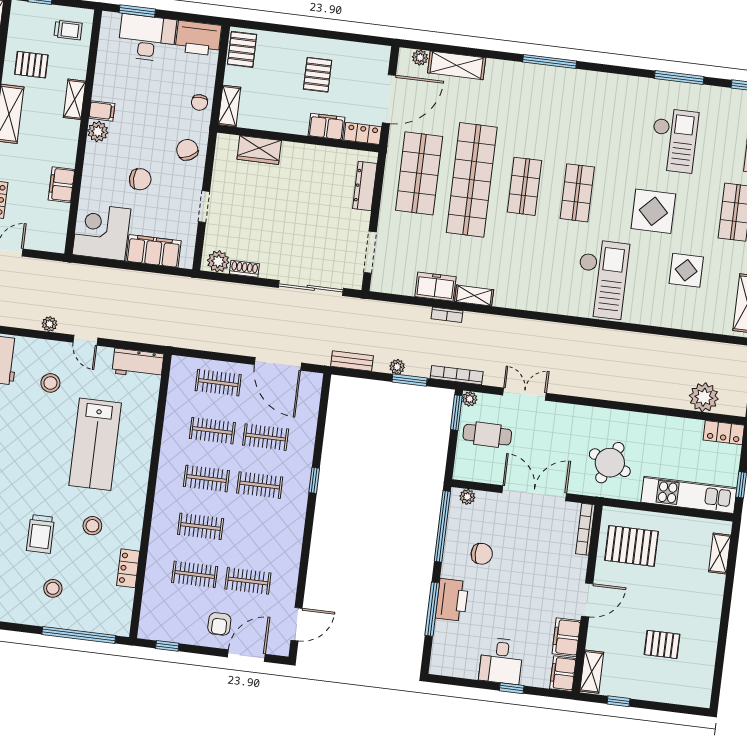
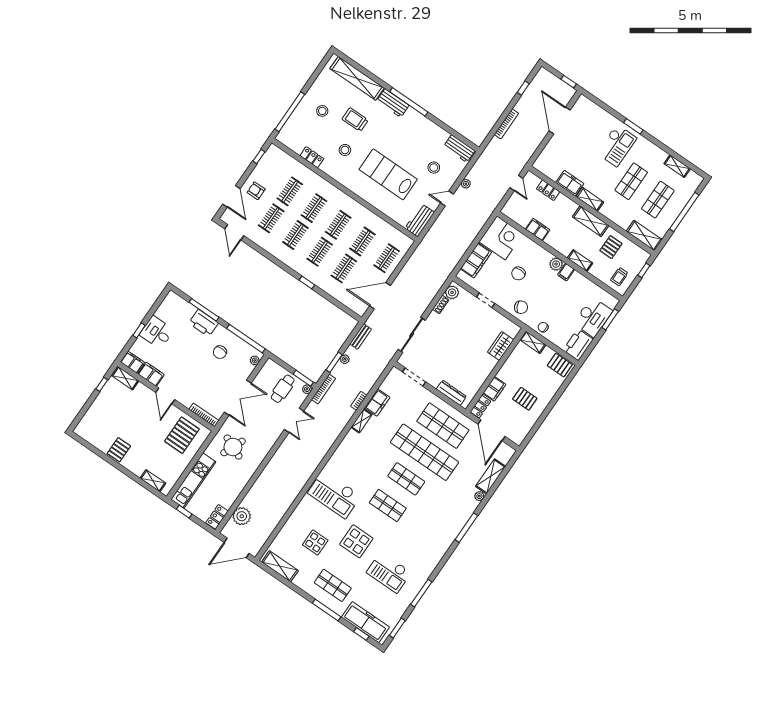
plant: (420, 58) -> (479, 496), moved
clothes rail: (254, 533) -> (295, 235), added
pallet: (662, 644) -> (119, 450), moved

